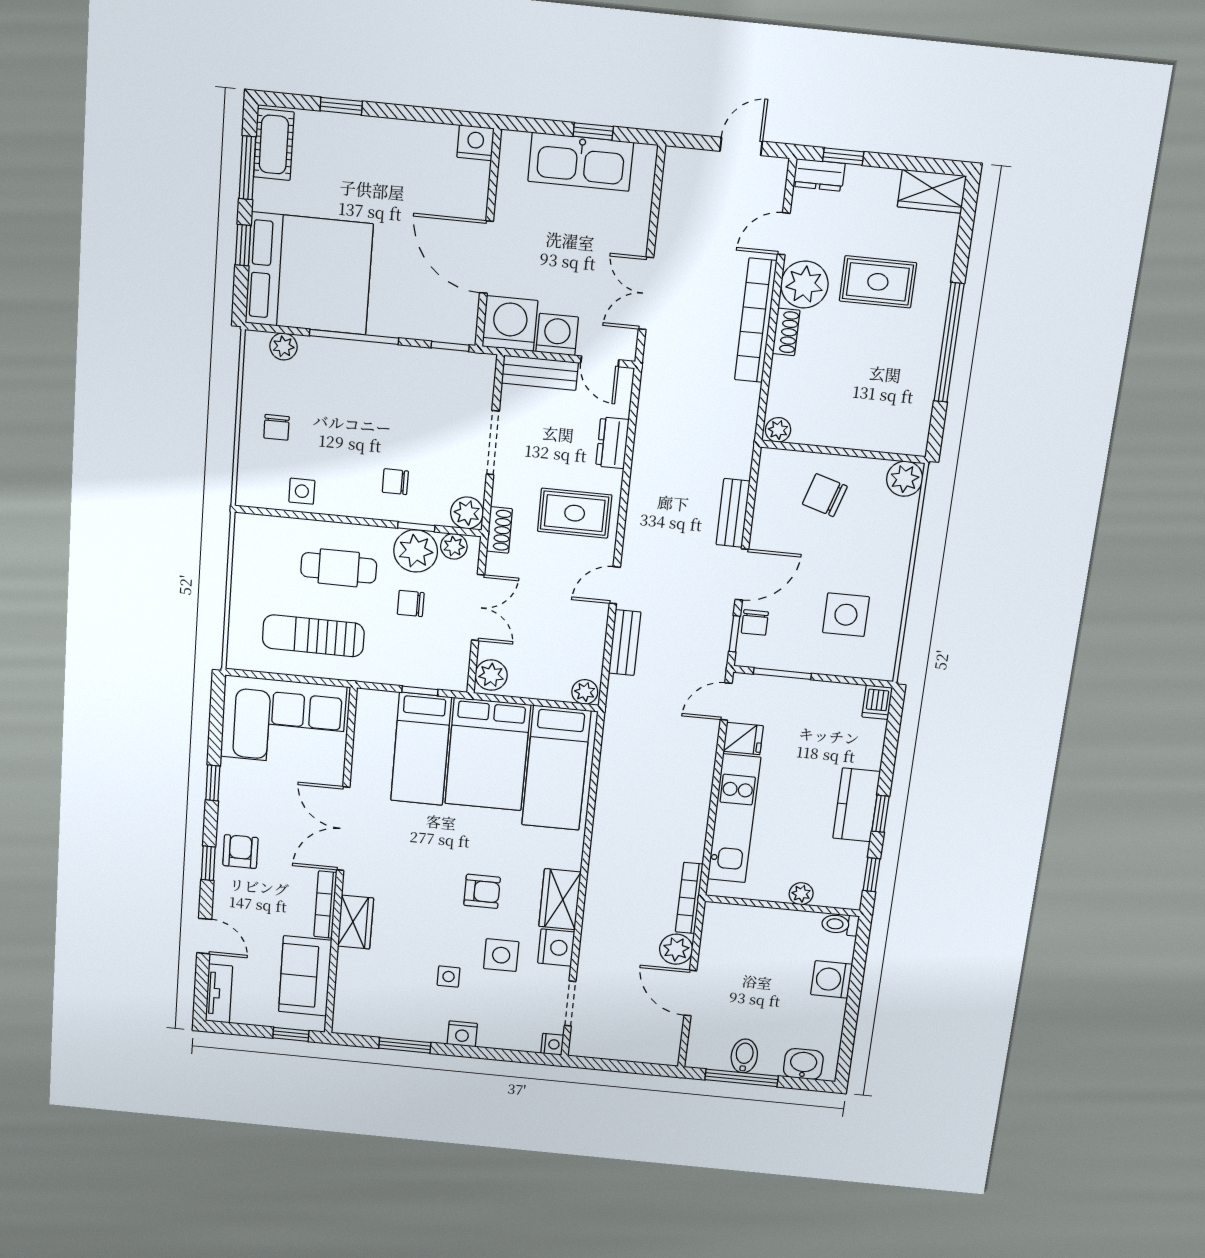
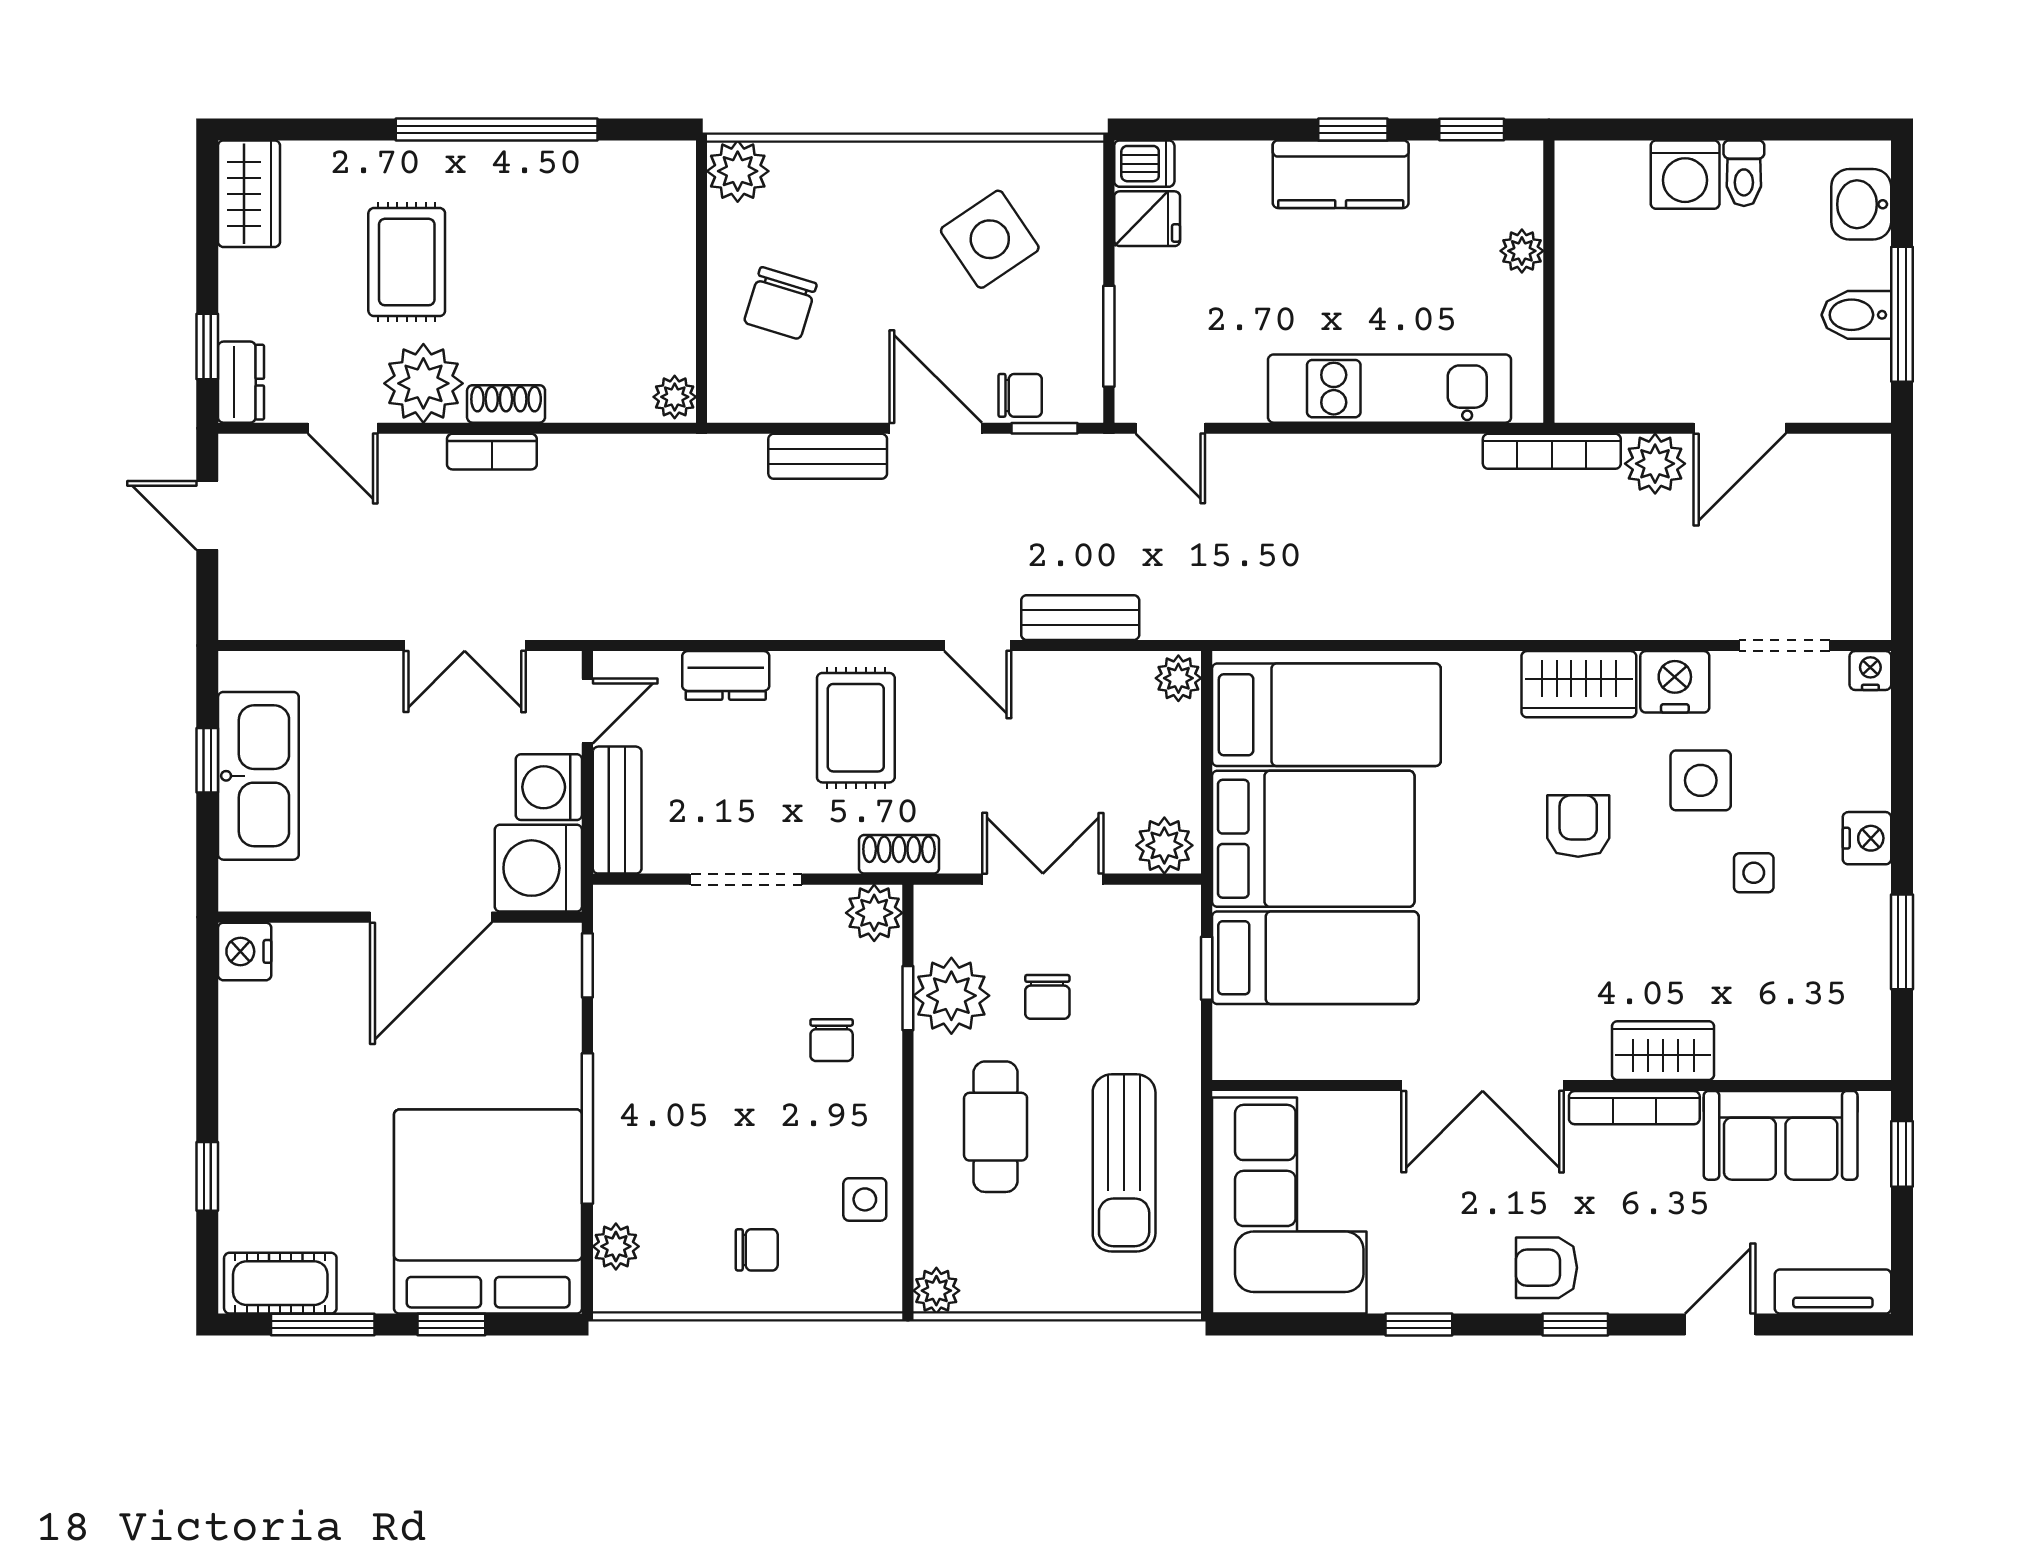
bookcase: (756, 321) -> (492, 452), width x0.43, depth x0.76
plant: (454, 546) -> (936, 1291), moved
side table: (846, 615) -> (990, 239), turned -34
fridge: (743, 739) -> (1147, 219), moved, turned 90
toilet: (840, 924) -> (1744, 173), moved

